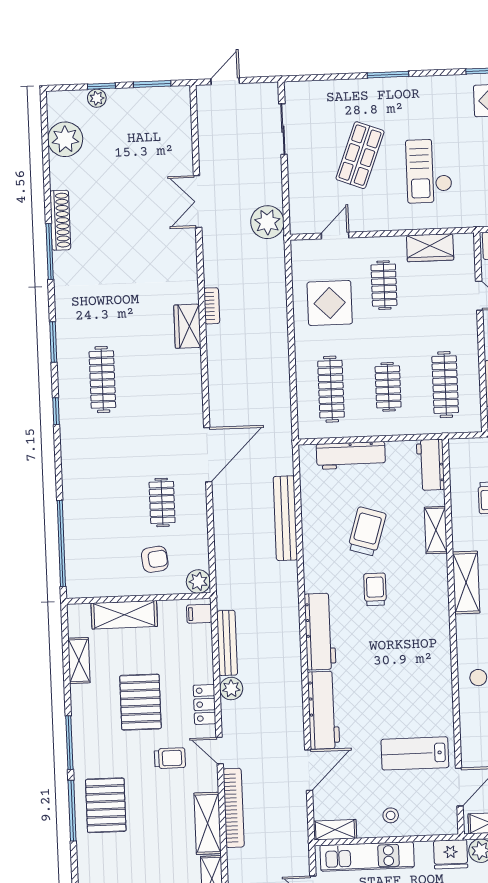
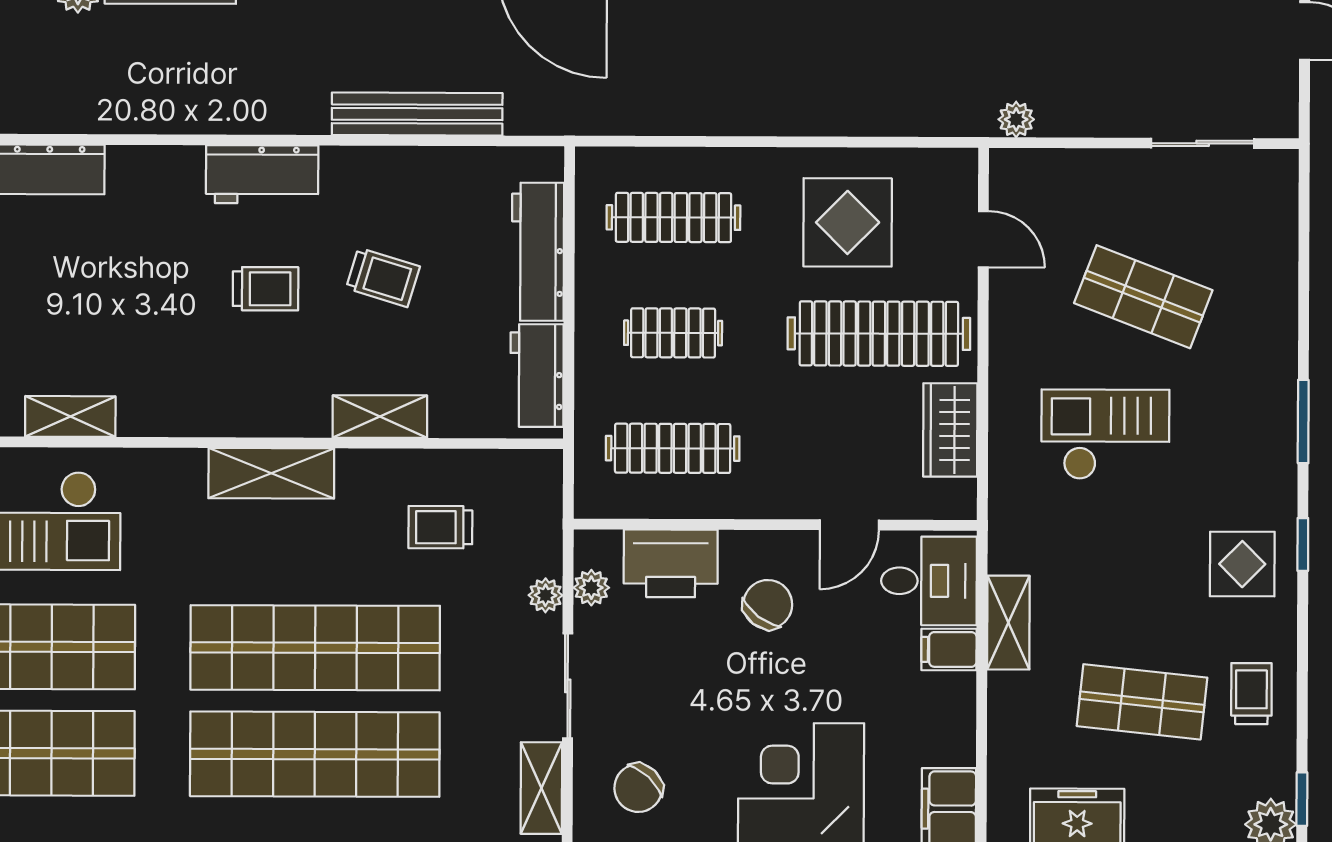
window: (388, 75) -> (1303, 422), moved
plant: (267, 222) -> (1016, 119), width x0.53, depth x0.53
clothes rail: (384, 285) -> (879, 334), width x1.86, depth x1.31
workbench: (431, 465) -> (537, 376), moved, turned -90
trolley: (367, 532) -> (383, 277), width x0.73, depth x0.72
workbench: (320, 632) -> (262, 174), moved, width x0.73
shelving: (442, 683) -> (70, 416), added

